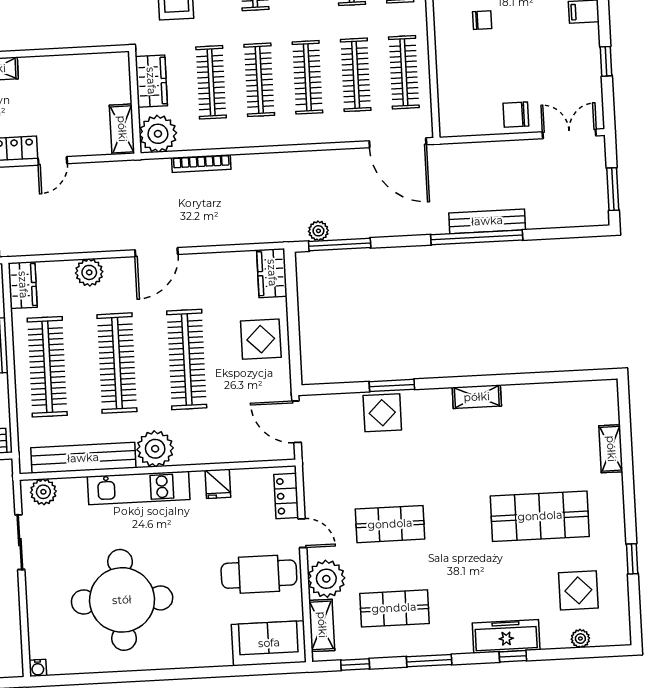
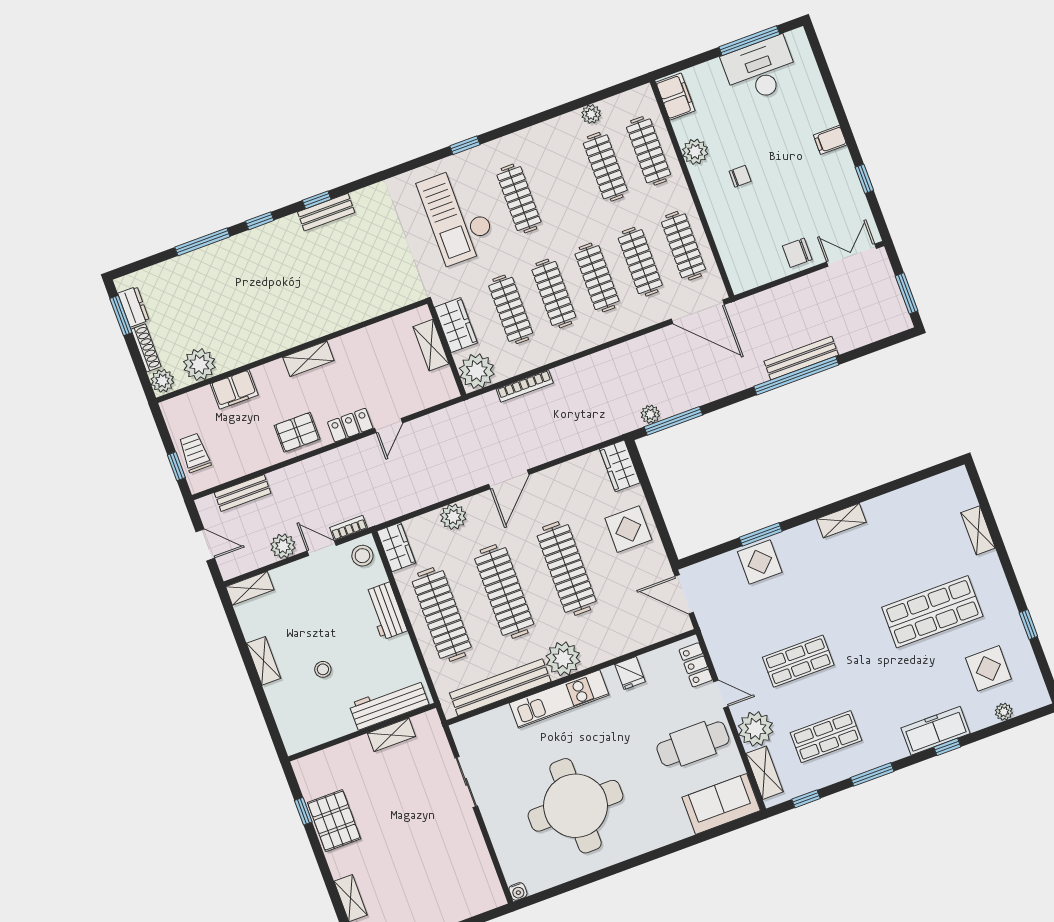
shelving: (122, 129) -> (431, 345), moved
plant: (43, 492) -> (473, 729), removed

